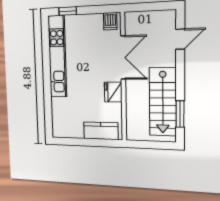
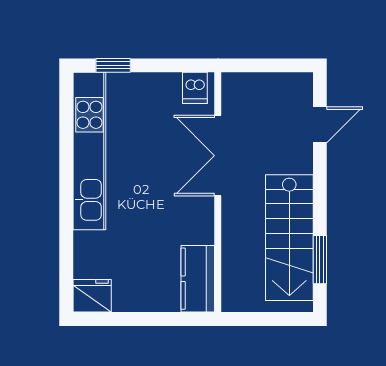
double door: (123, 58) -> (218, 156), swing flipped
fridge: (113, 92) -> (92, 296), moved, turned 90
kitchen counter: (101, 131) -> (198, 279), moved, turned -90

